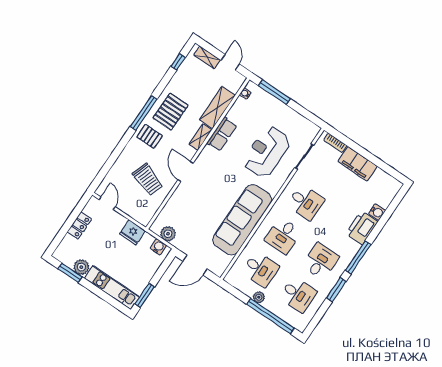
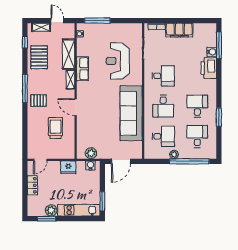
pallet: (171, 112) -> (39, 57), moved
trolley: (148, 179) -> (56, 128), turned -109
door: (107, 203) -> (40, 160), swing flipped
window: (358, 257) -> (219, 45), moved
desk: (298, 295) -> (197, 136), turned -90

